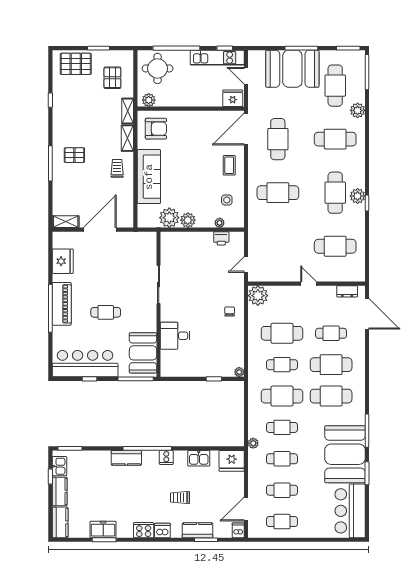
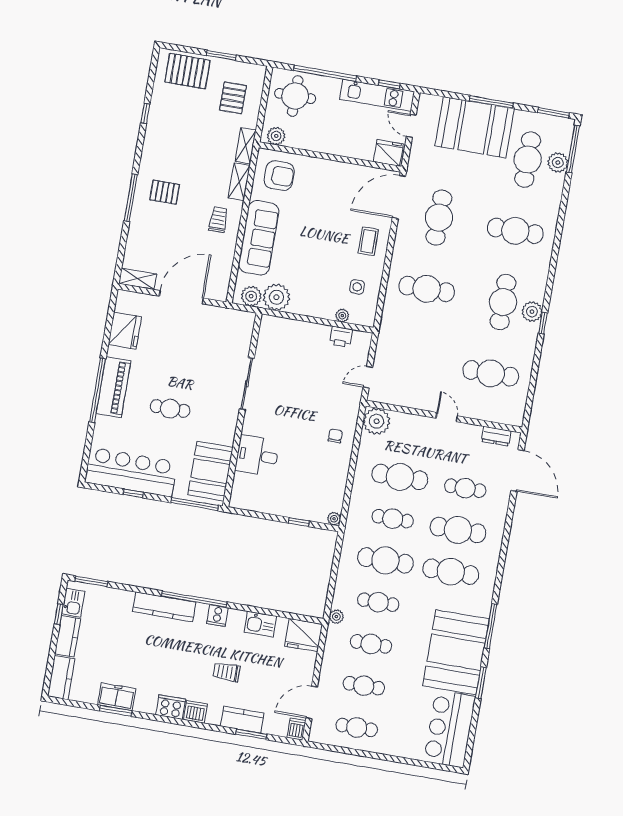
plant: (358, 110) -> (558, 162), moved
plant: (188, 220) -> (251, 296), moved
kitchen counter: (126, 458) -> (164, 607), width x1.50

